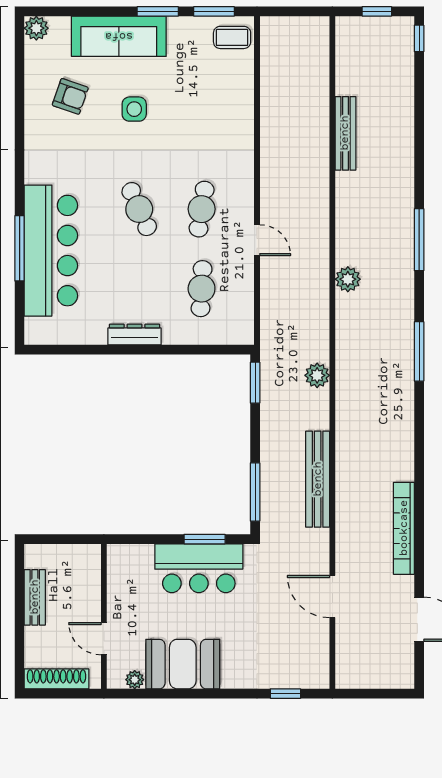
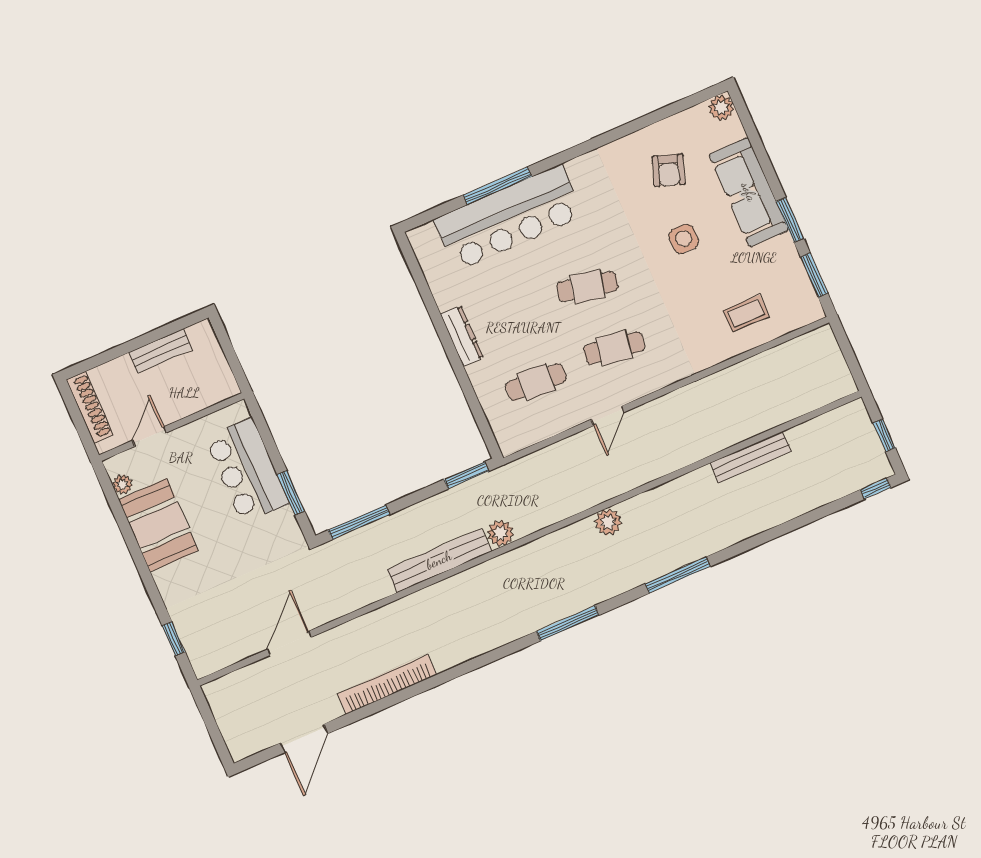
coffee table: (232, 37) -> (746, 313), moved, turned 90
cafe table: (139, 209) -> (587, 287), turned 36
bench: (318, 479) -> (439, 560), moved
bar counter: (199, 568) -> (247, 471), moved

